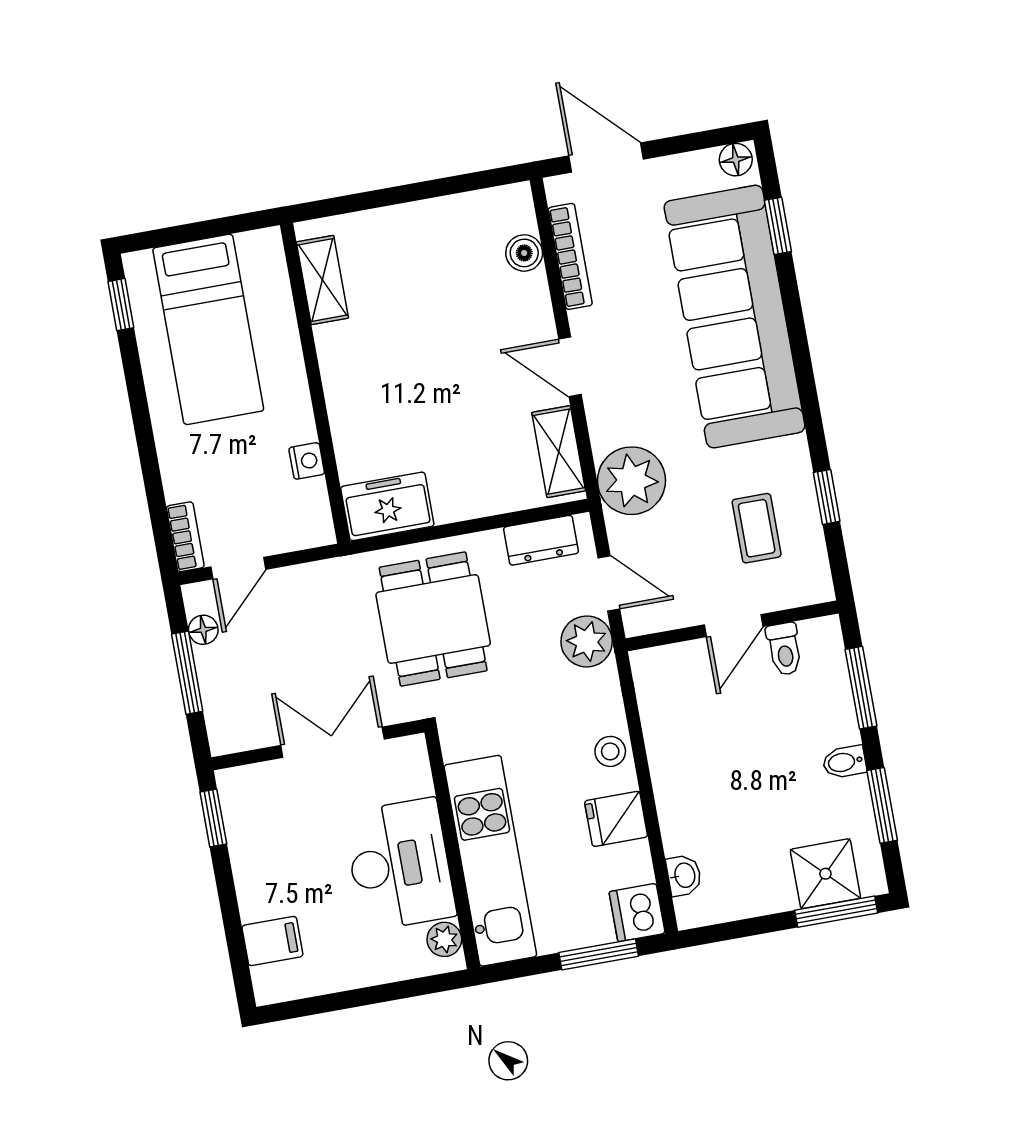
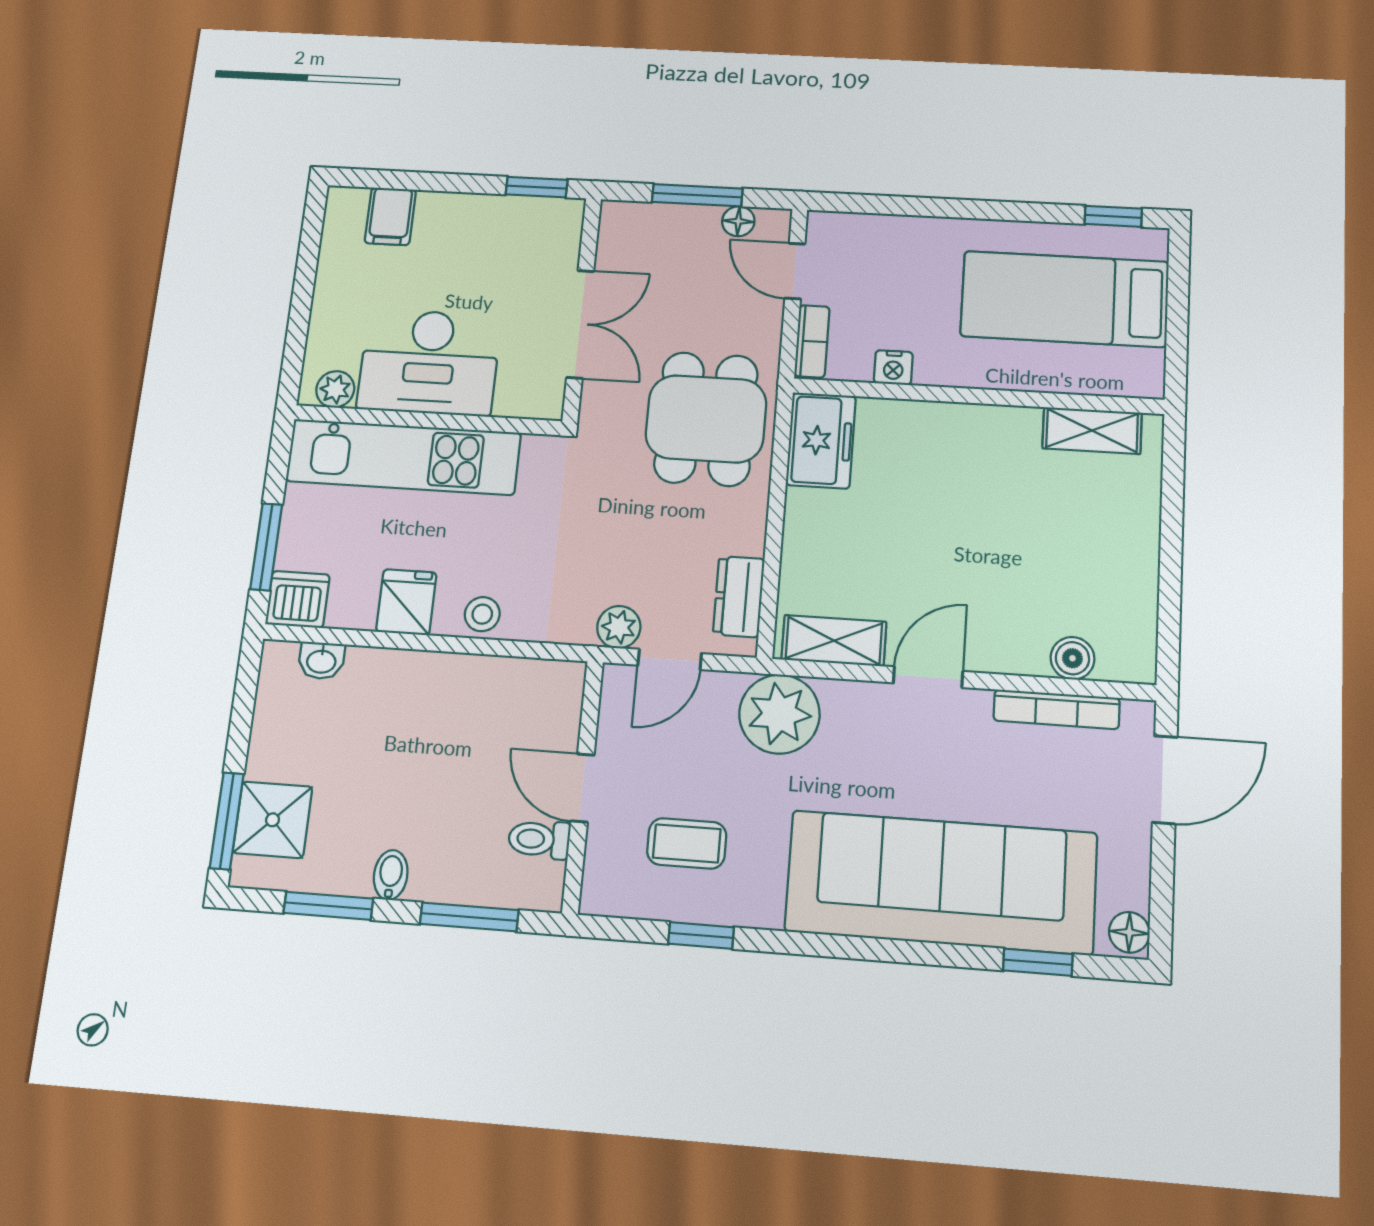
bookcase: (185, 537) -> (812, 341), moved, turned -90
dining table: (433, 619) -> (706, 419), moved, turned 90
plant: (587, 641) -> (619, 627), width x0.73, depth x0.73

